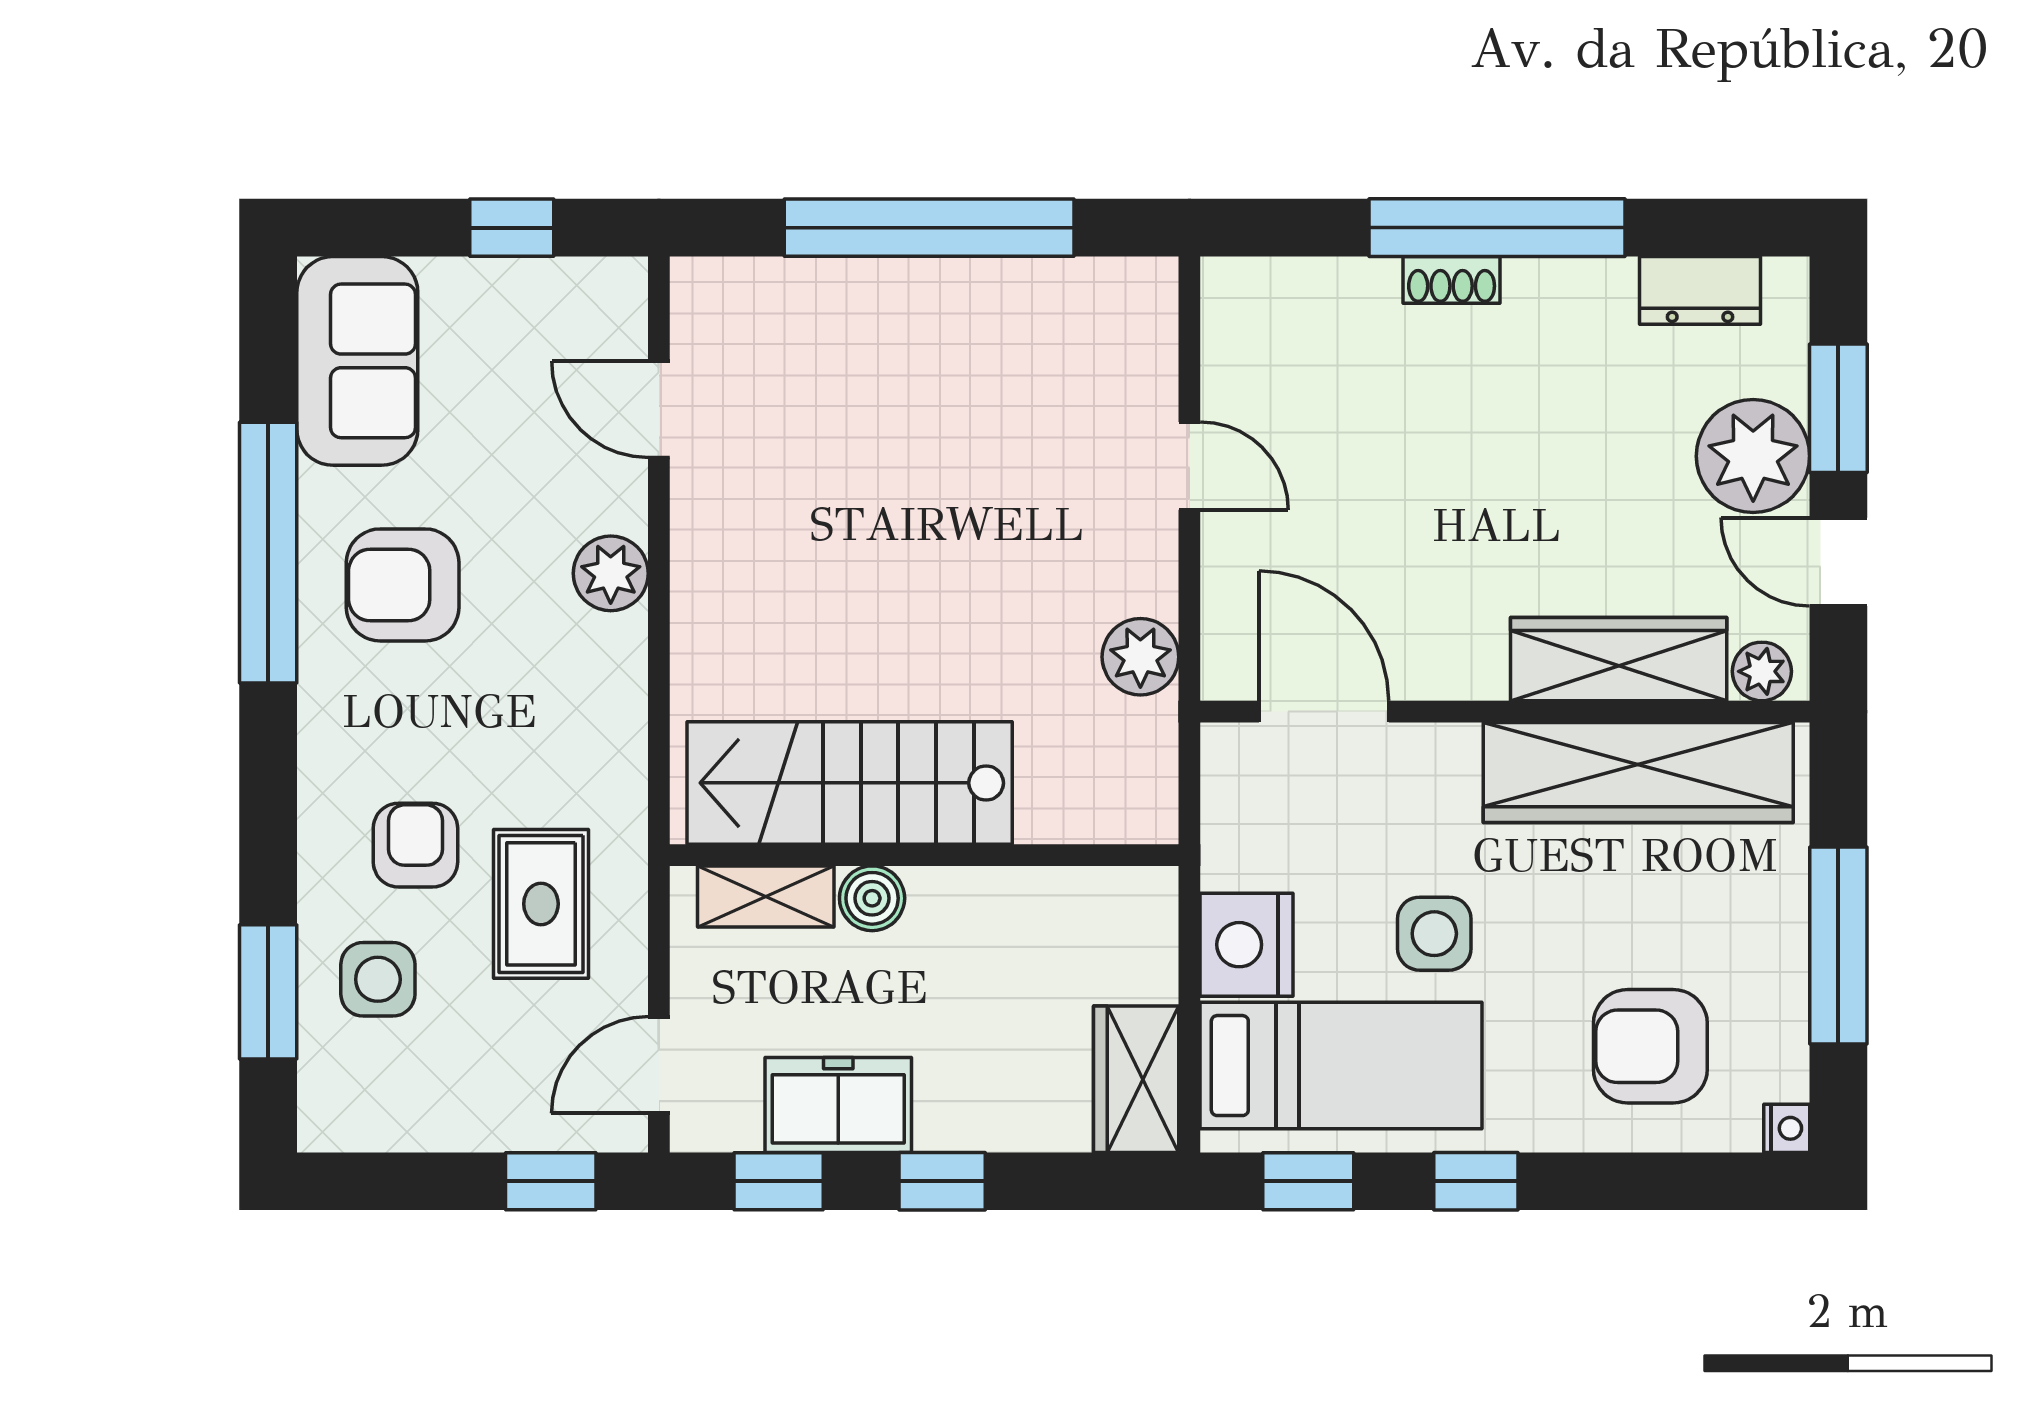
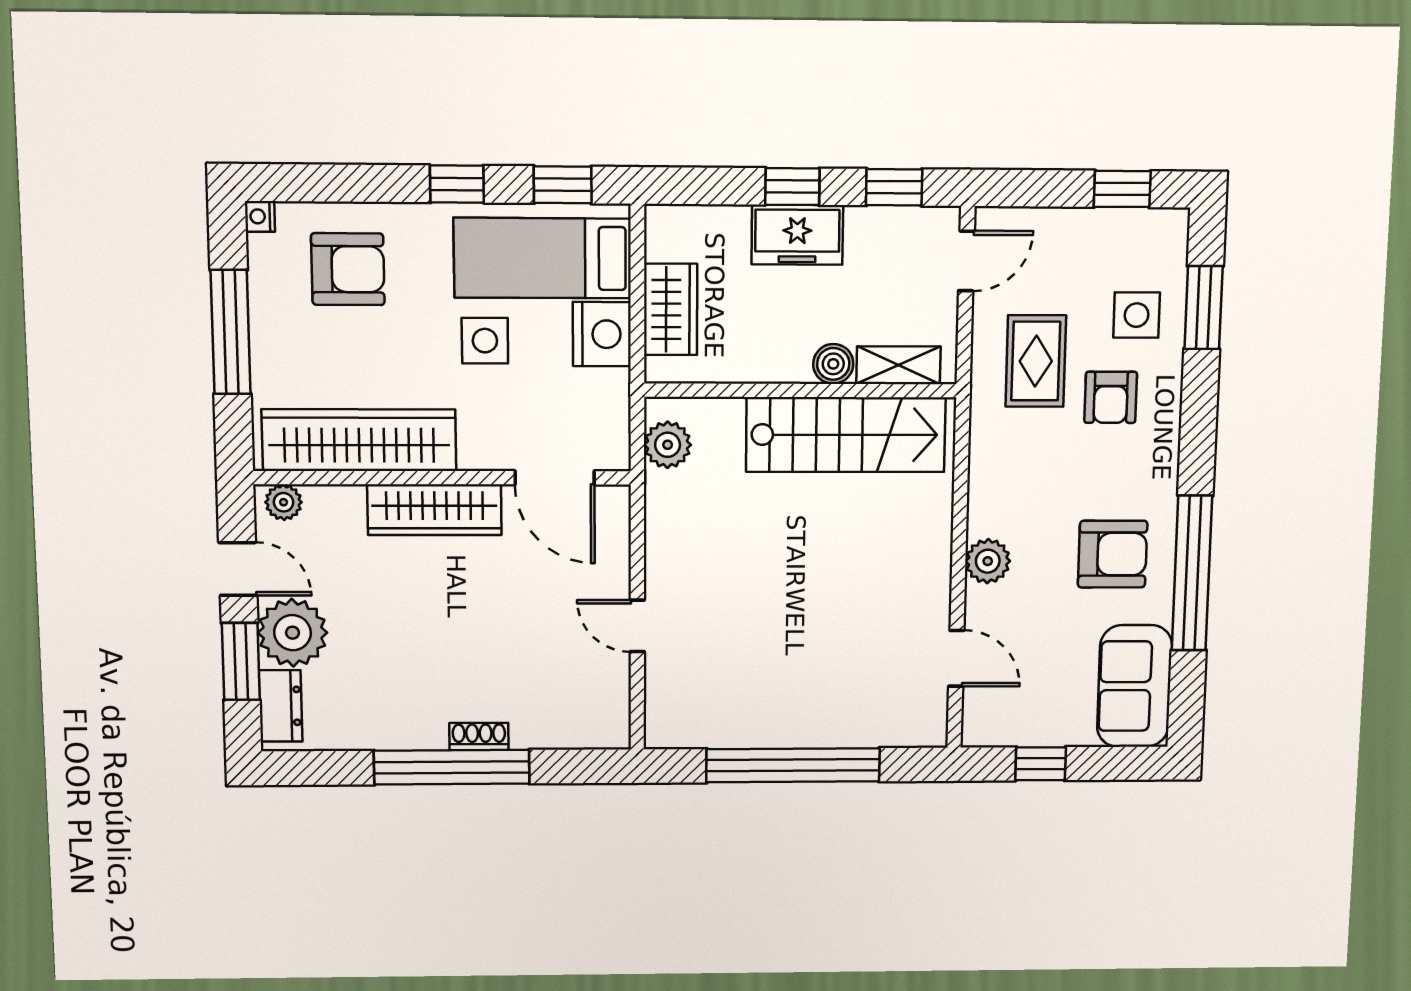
dresser: (1700, 290) -> (281, 706), moved, turned 90
plant: (1140, 657) -> (668, 445), moved
wardrobe: (1619, 659) -> (434, 510), moved
wardrobe: (1136, 1079) -> (671, 309), moved
freezer: (838, 1105) -> (797, 235), moved
window: (551, 1181) -> (1122, 189), moved

